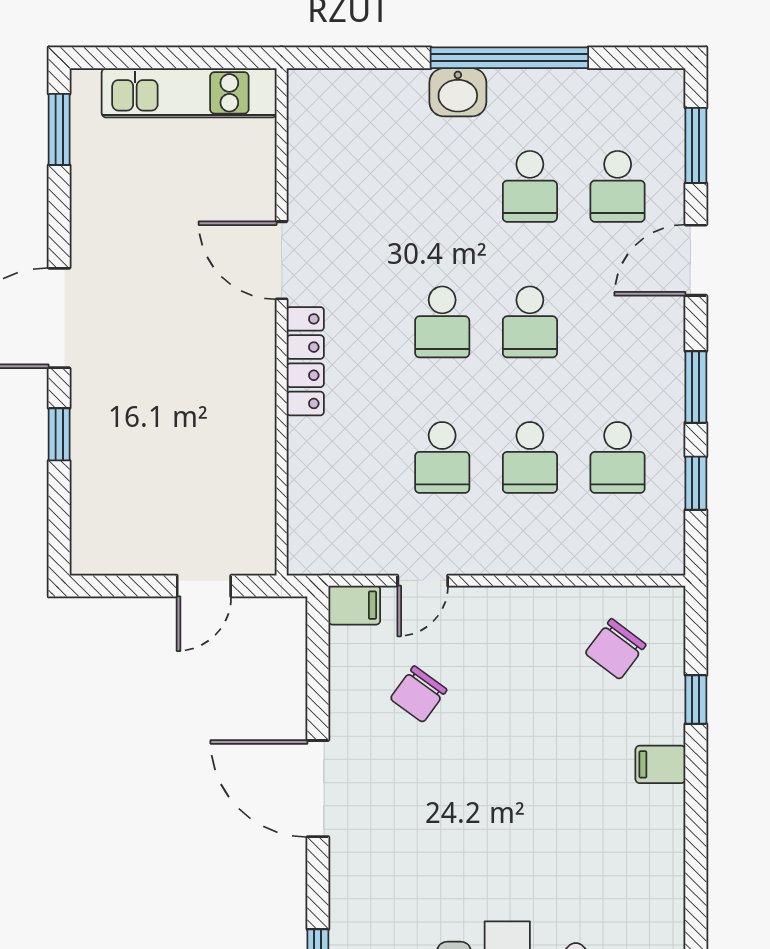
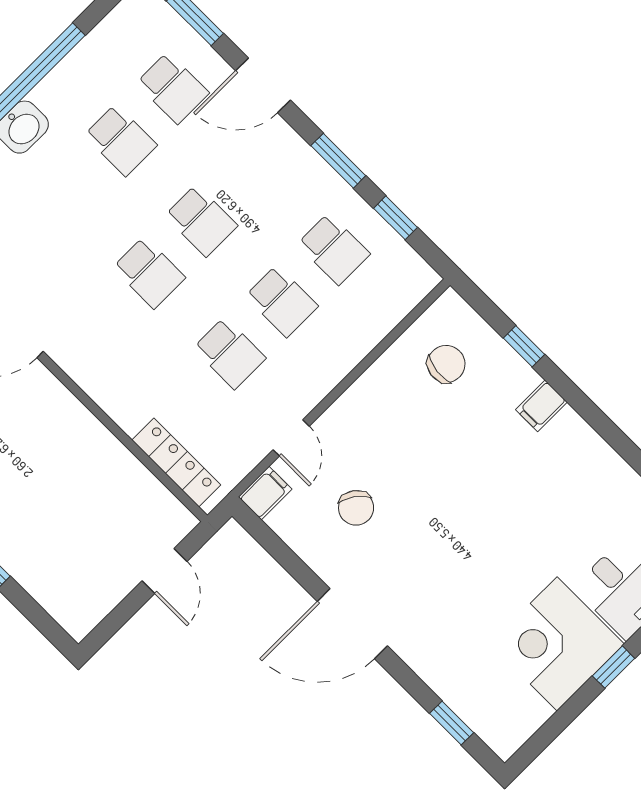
door: (696, 260) -> (263, 85), hinge flipped
locker: (305, 361) -> (176, 462), moved
chair: (615, 649) -> (446, 364), turned -120

